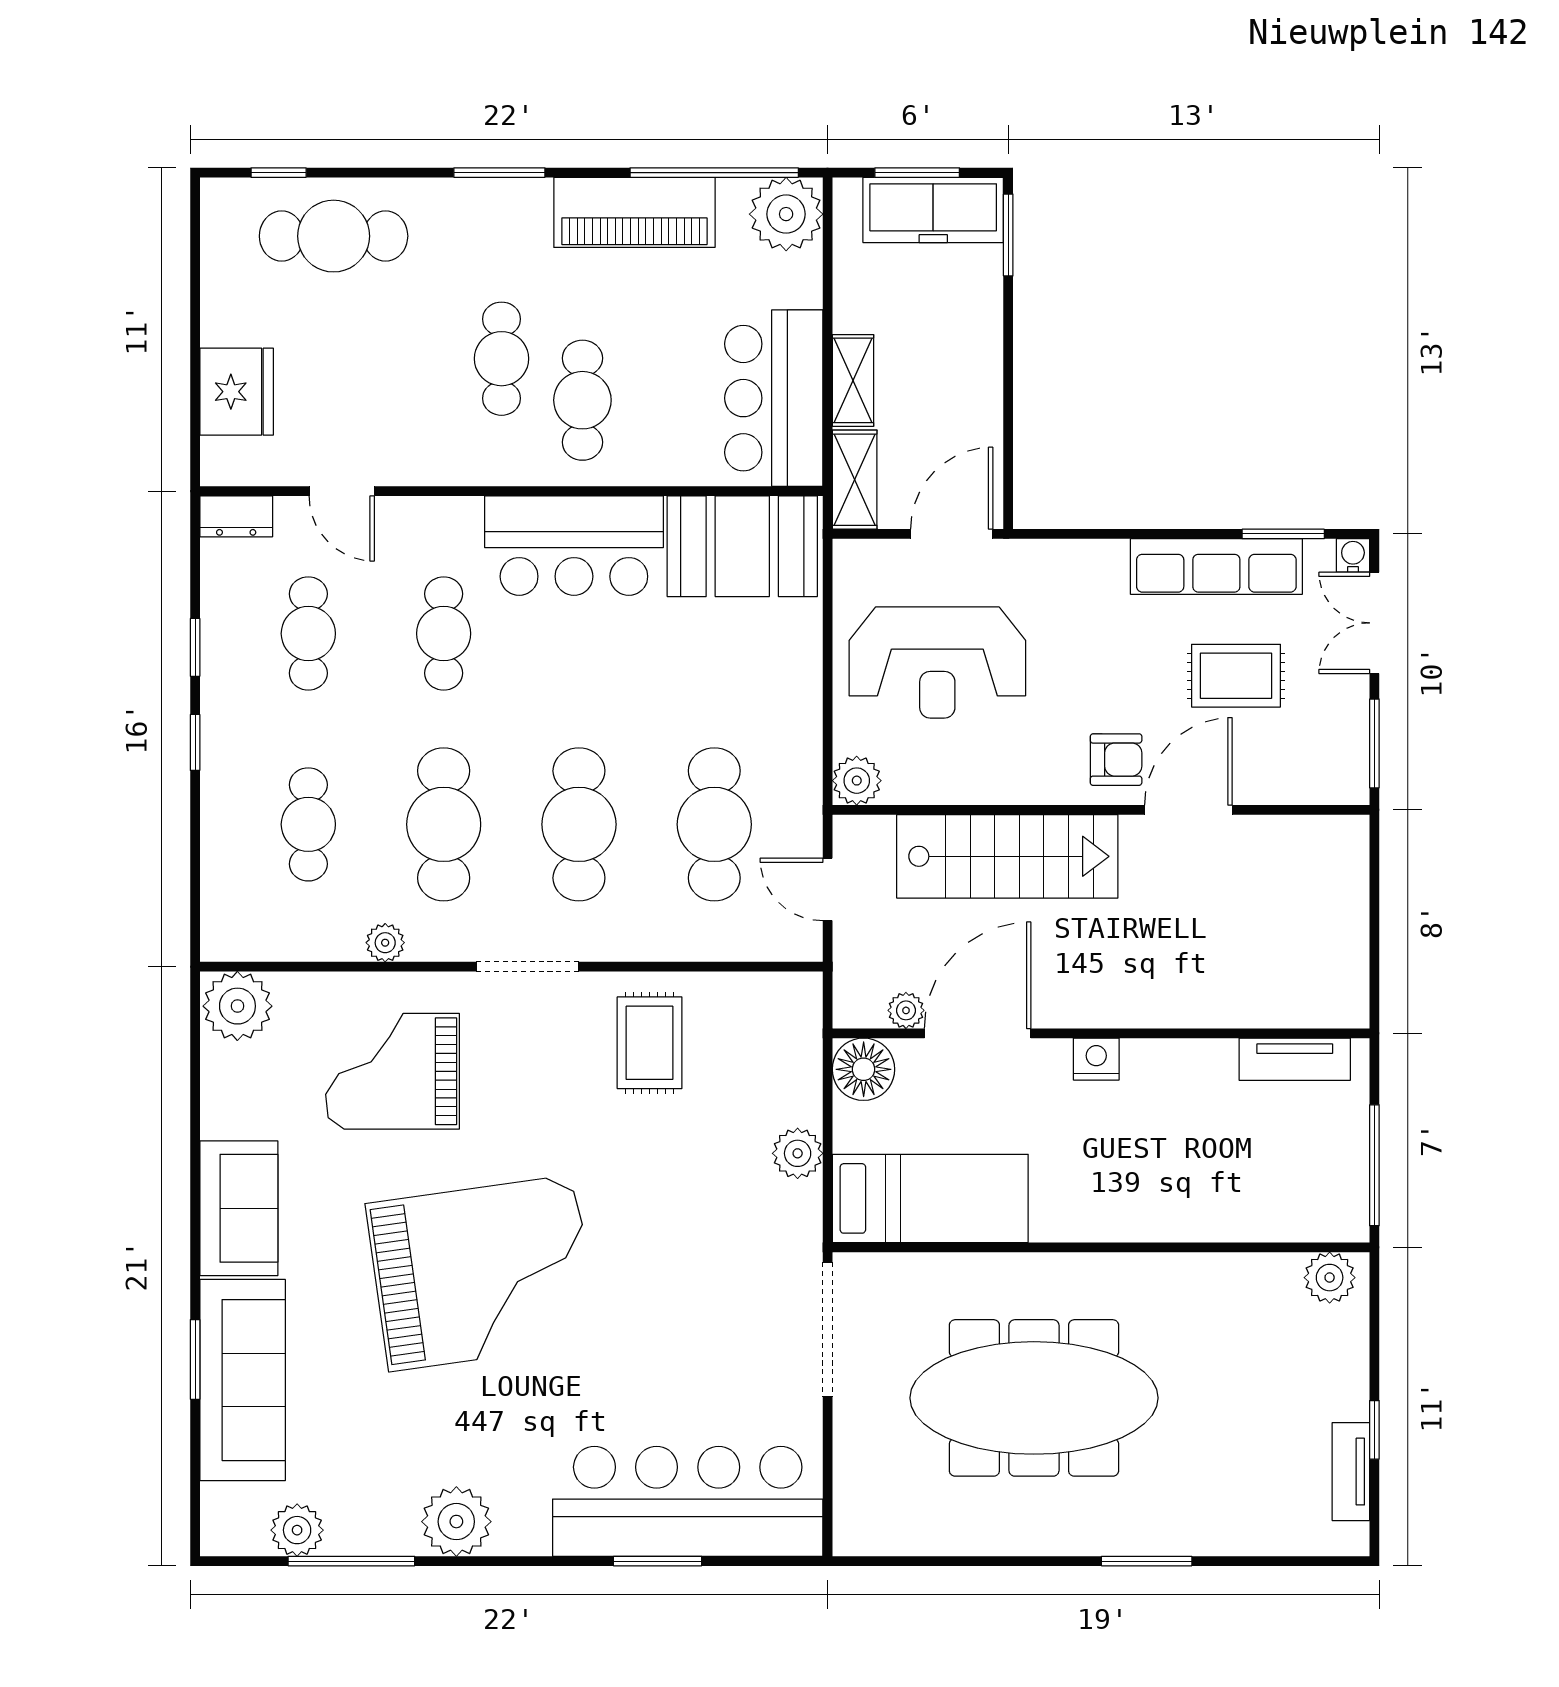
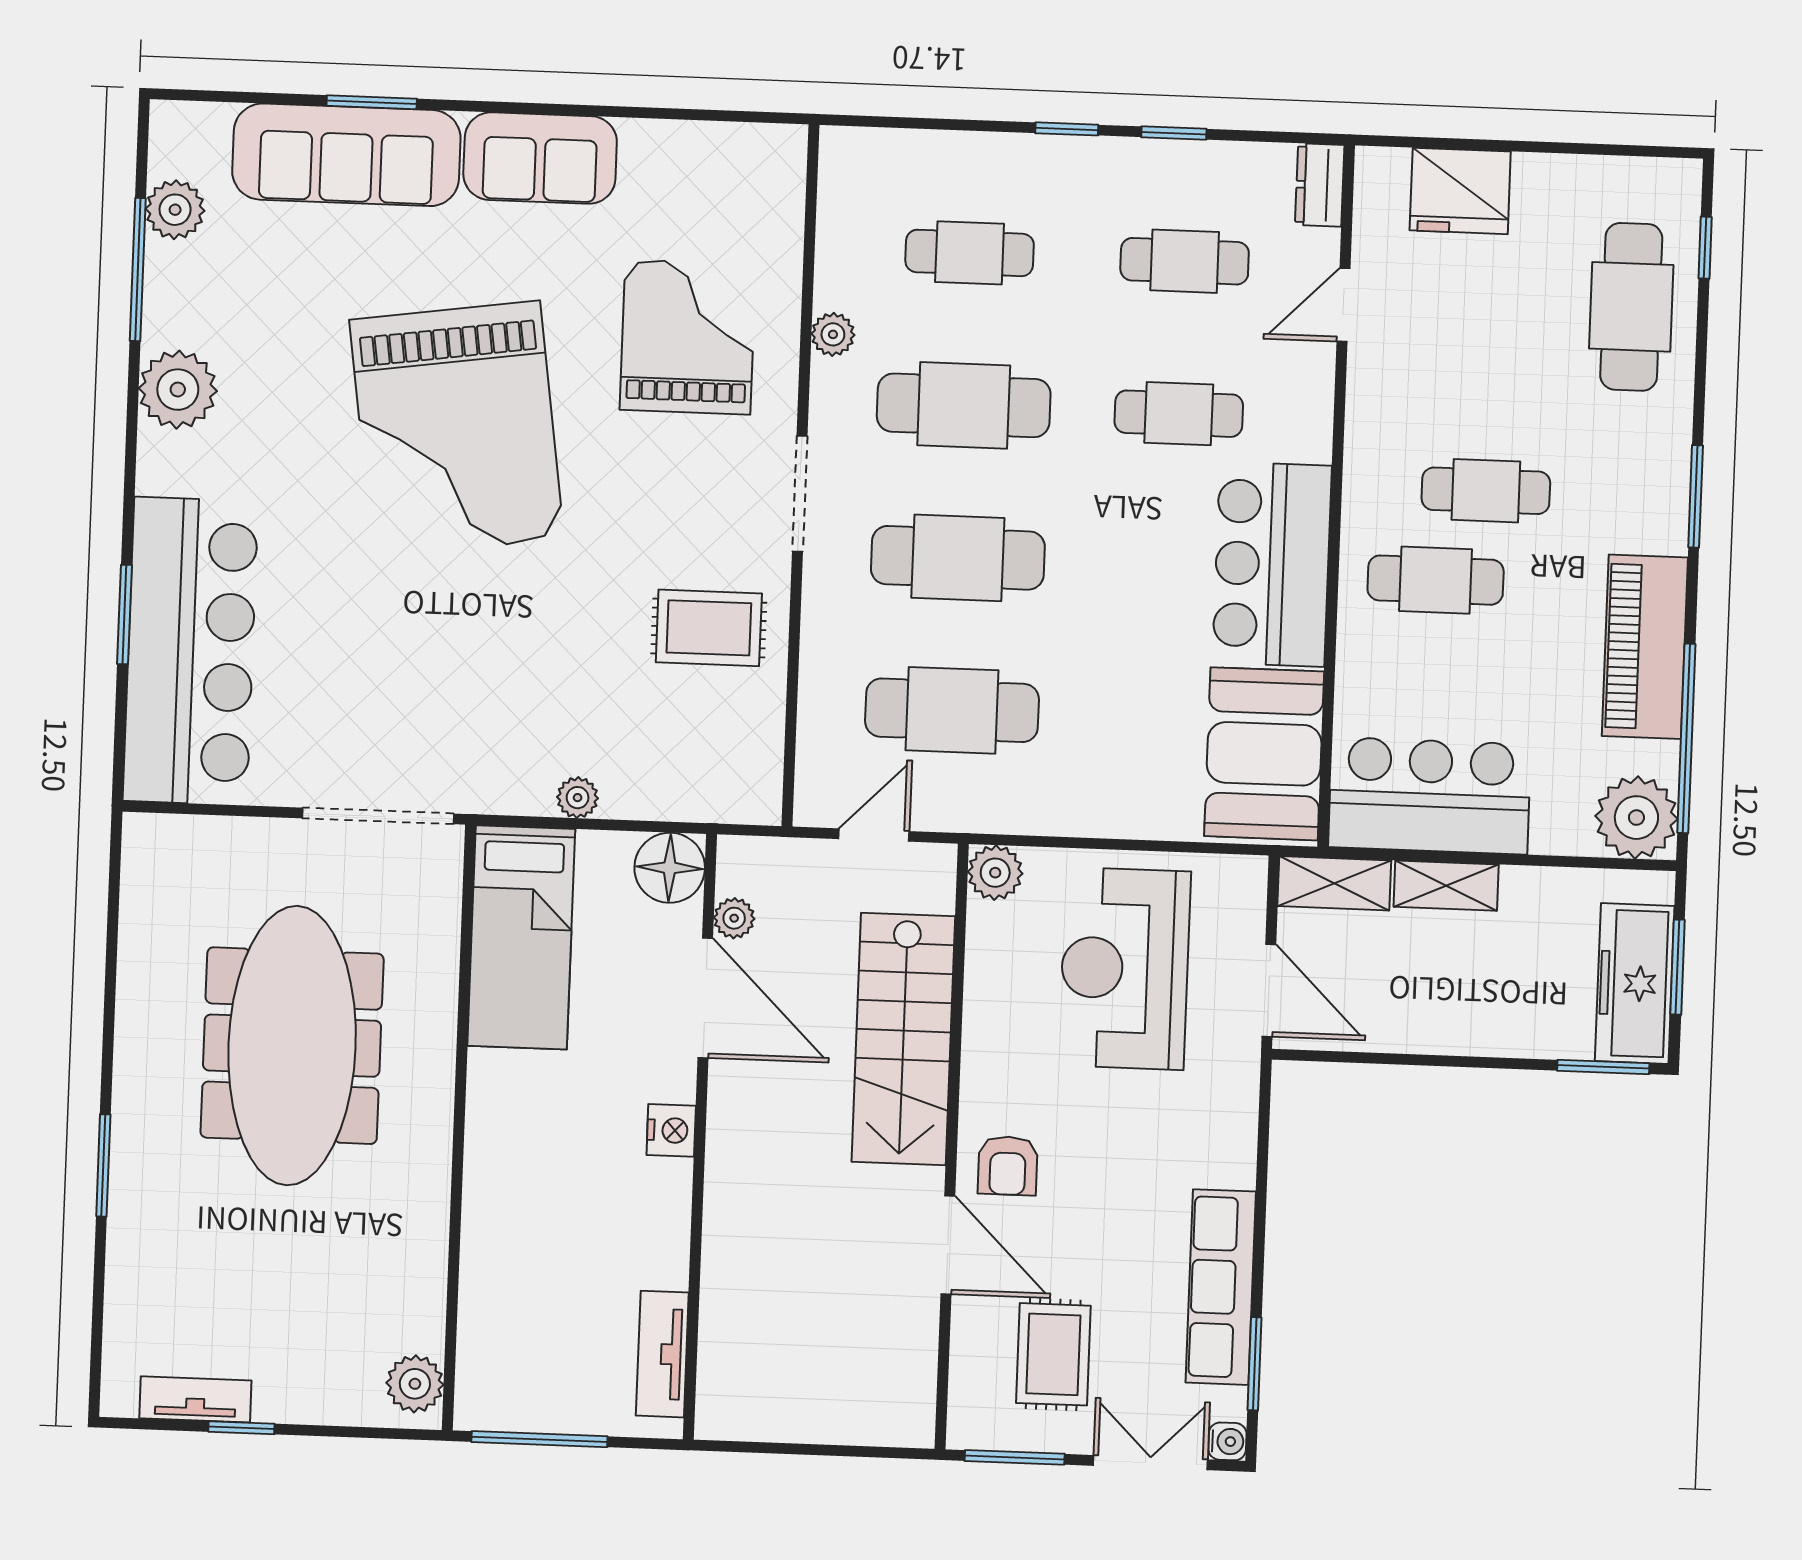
rug: (1236, 676) -> (1053, 1354), moved
plant: (237, 1006) -> (768, 165), removed
plant: (798, 1153) -> (578, 798), width x0.73, depth x0.73

